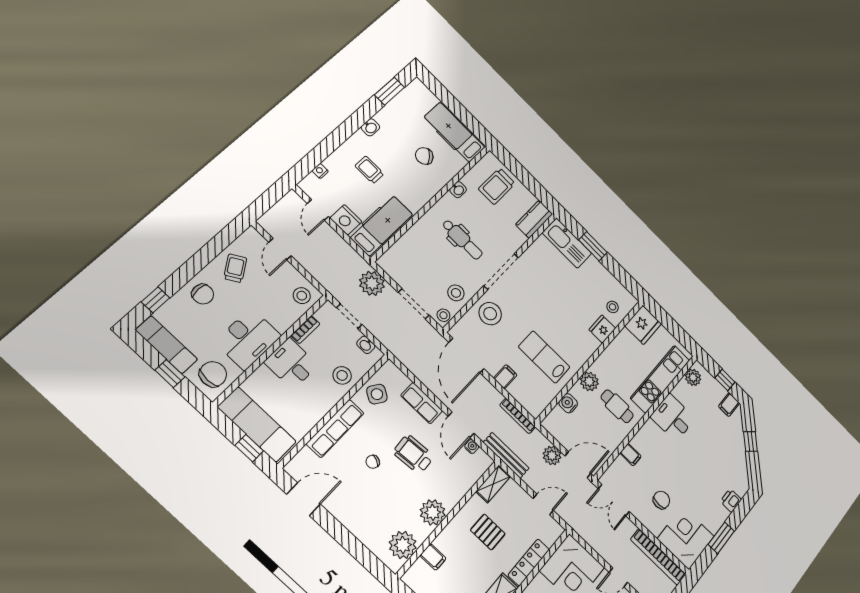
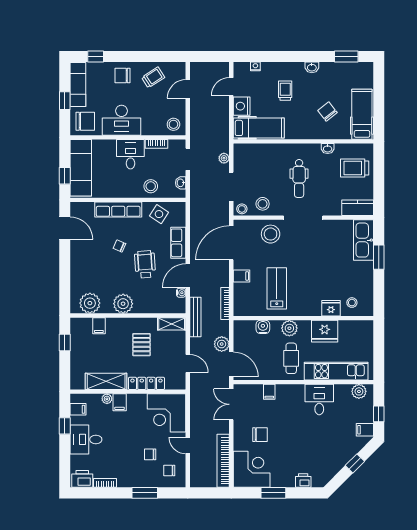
plant: (372, 283) -> (224, 158), width x0.53, depth x0.53
chair: (203, 294) -> (122, 75), turned 90
fridge: (643, 325) -> (325, 331), moved

